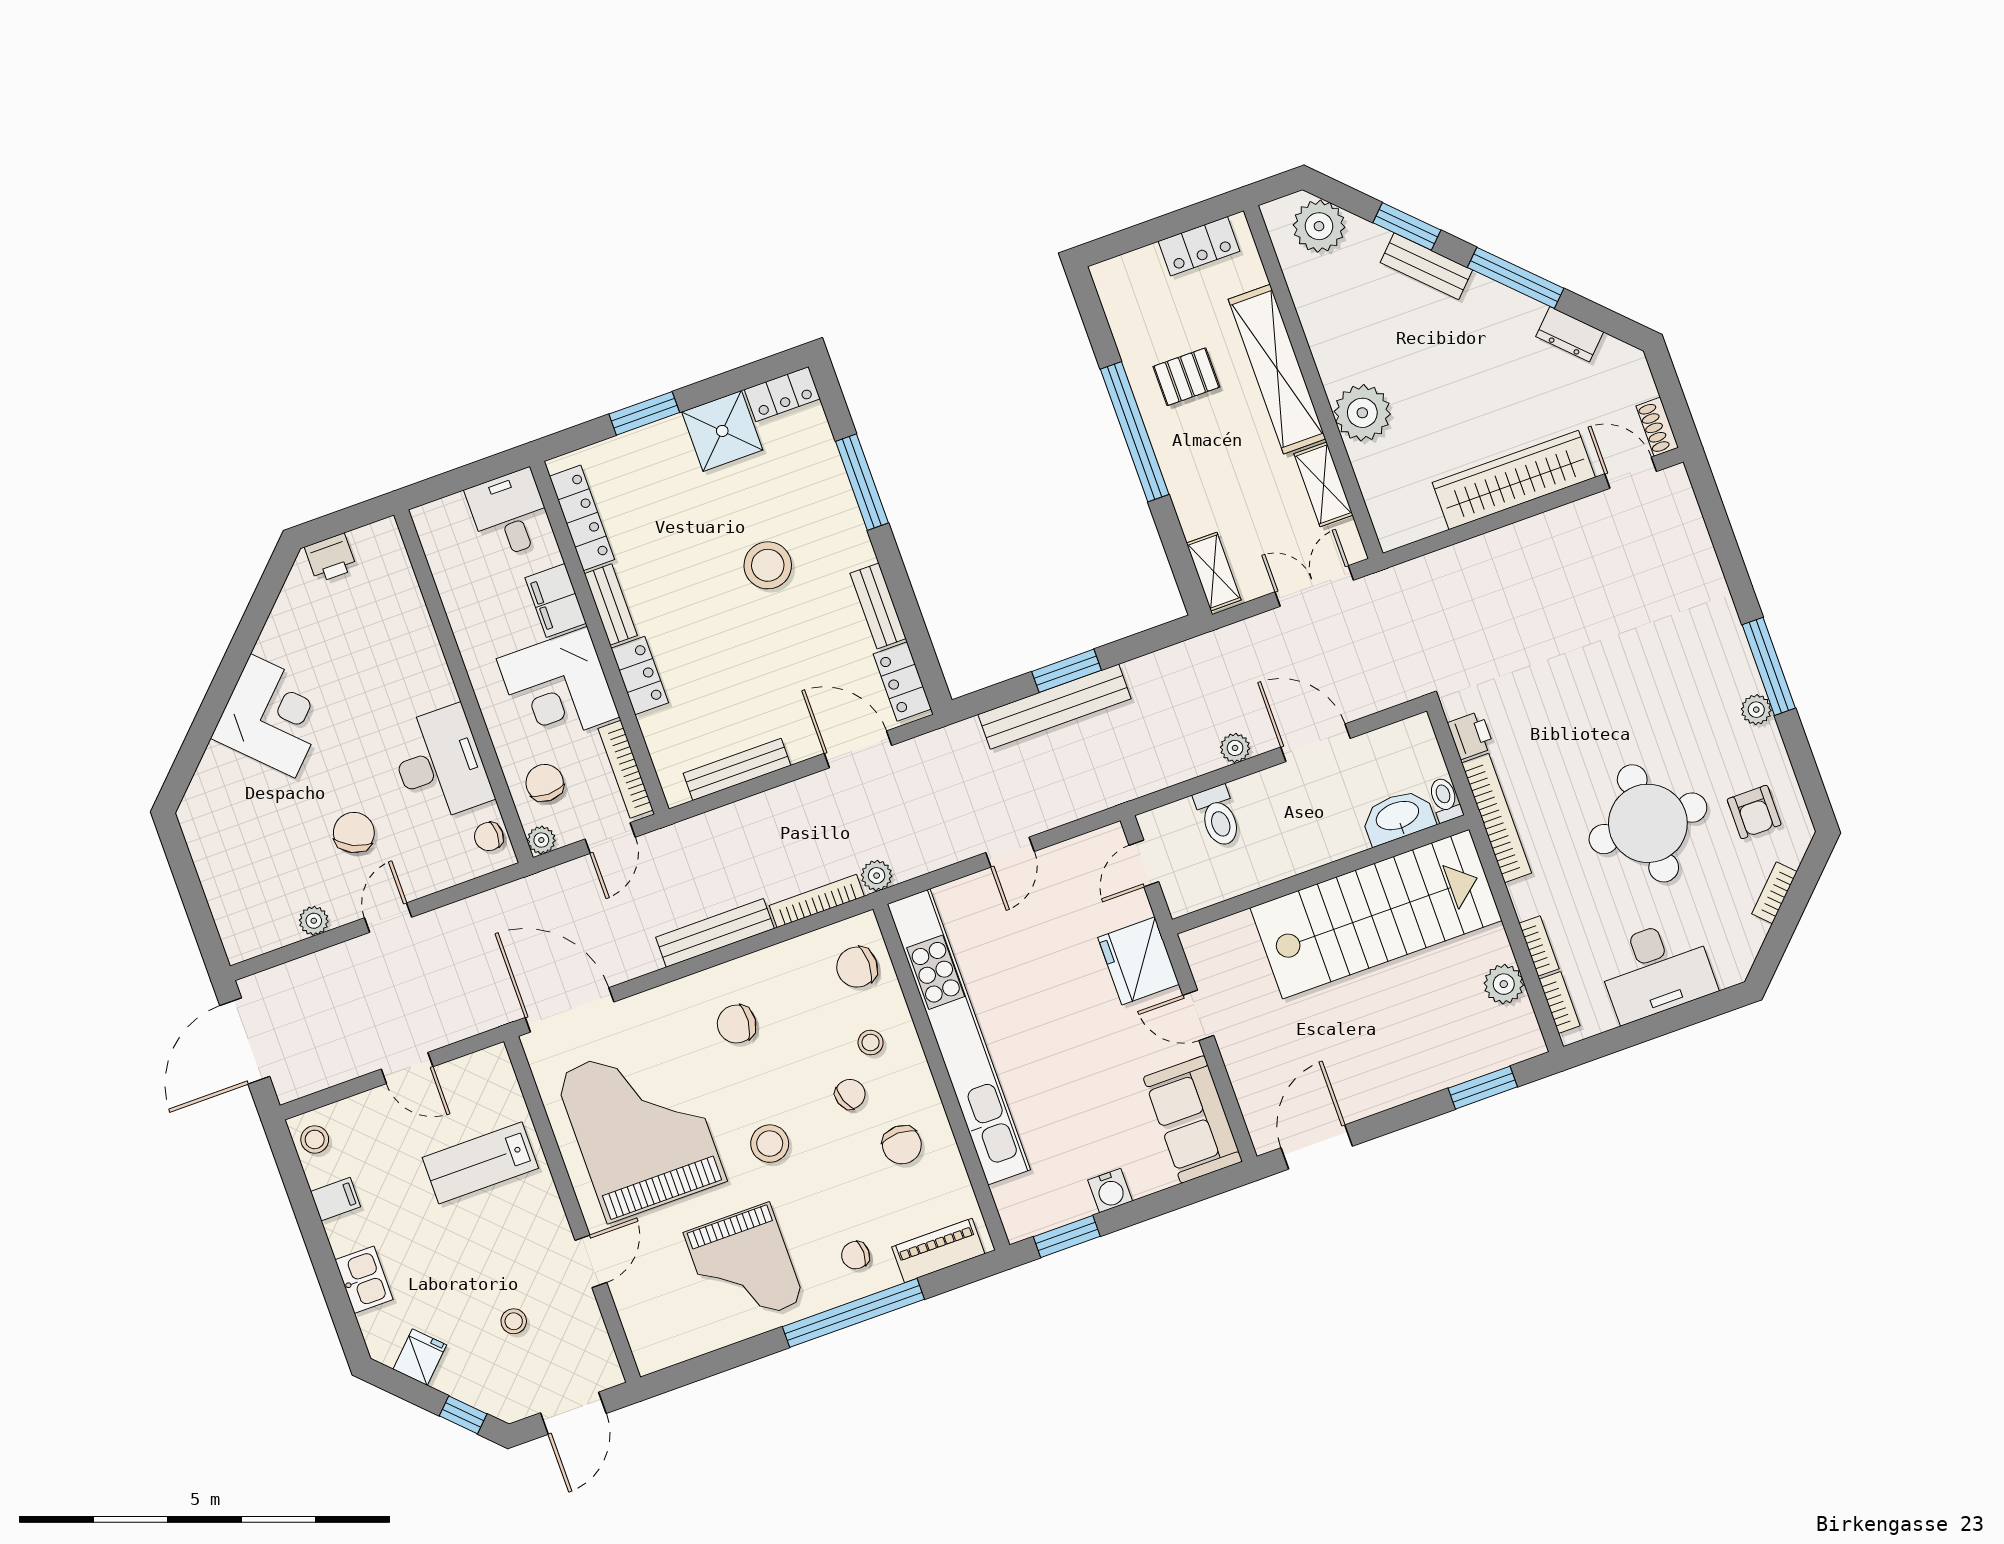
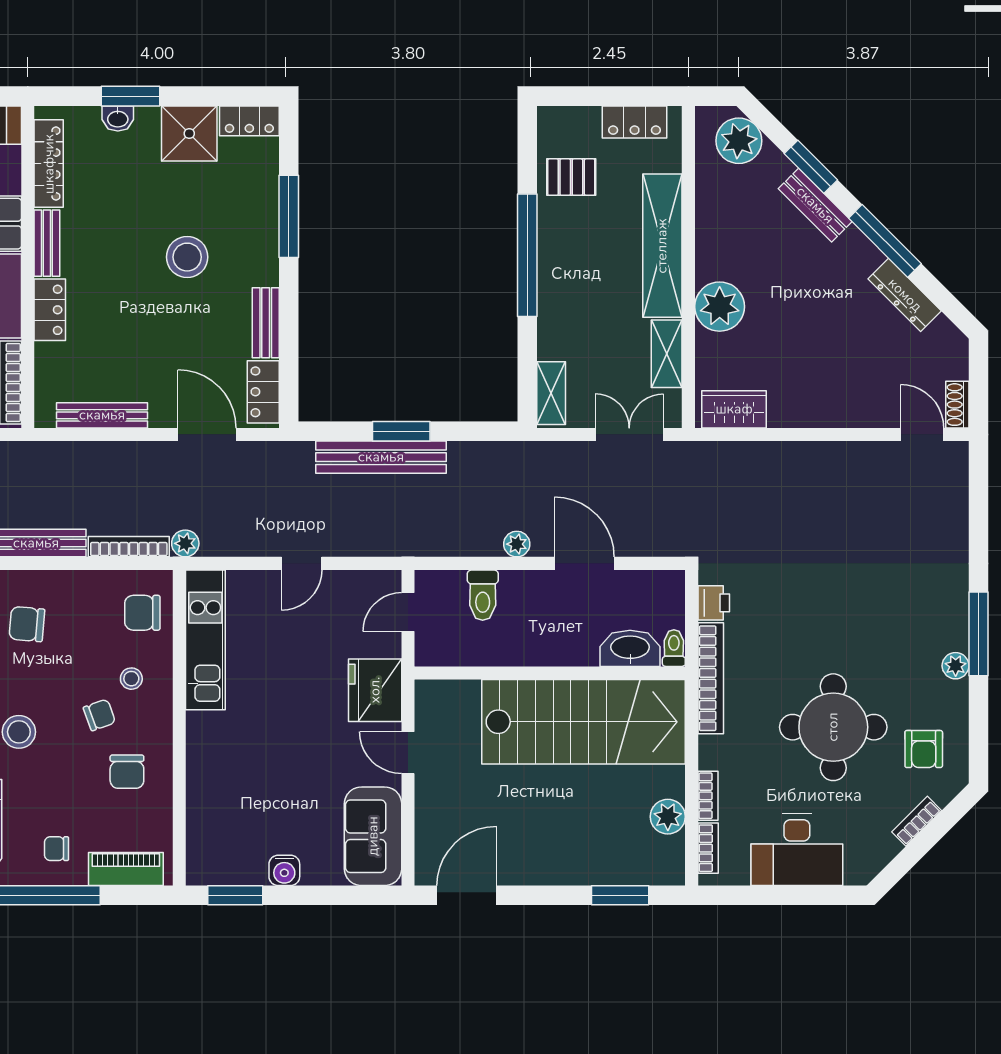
dresser: (1570, 334) -> (905, 295), width x1.44
pallet: (1186, 377) -> (571, 177), moved
washbasin: (639, 442) -> (118, 118), added
wardrobe: (1514, 480) -> (734, 409), moved, width x0.48, depth x0.85
kitchen unit: (959, 1037) -> (205, 640), width x0.54

